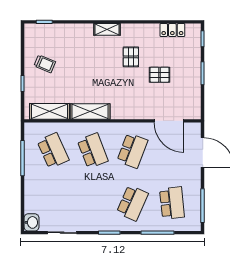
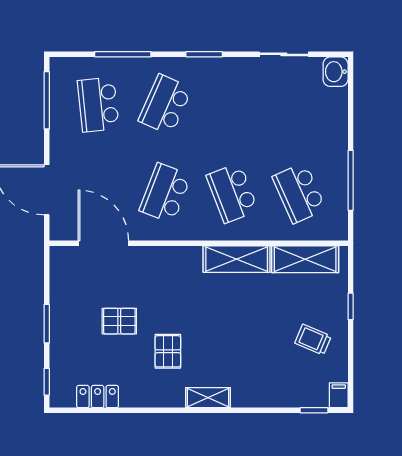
filing cabinet: (30, 31) -> (339, 395), added

